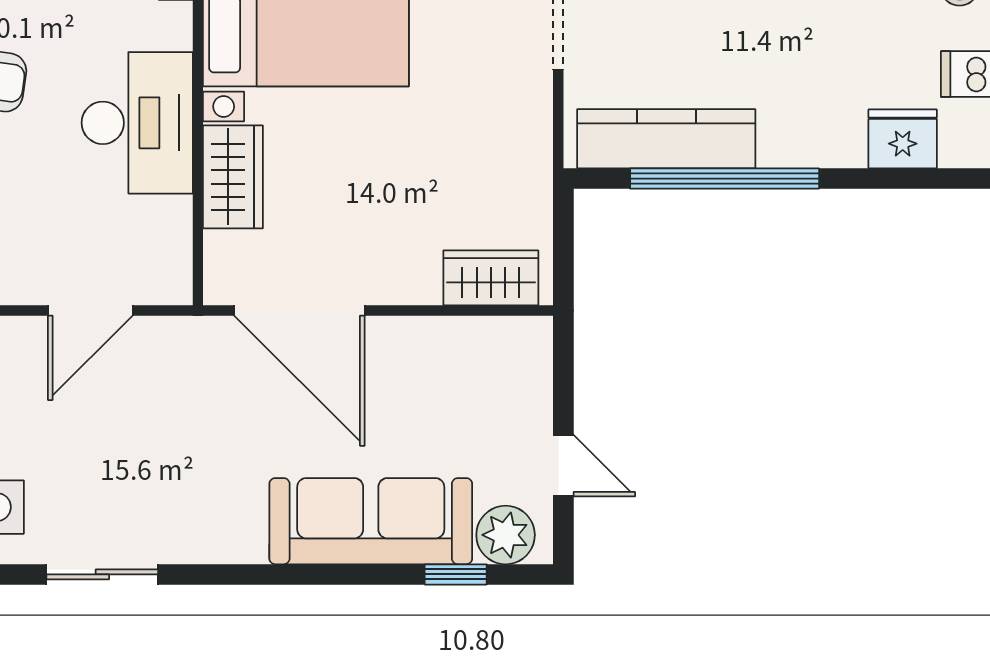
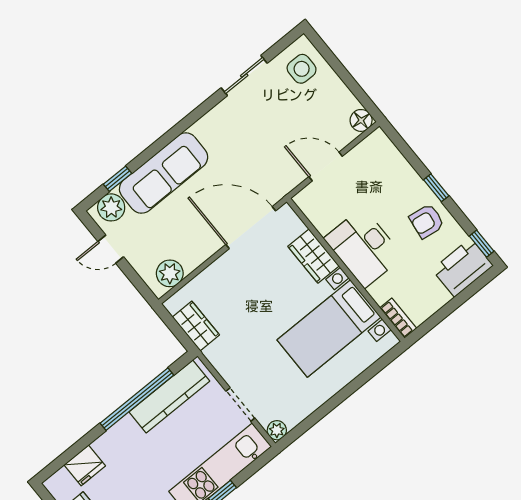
wardrobe: (491, 278) -> (196, 326), moved, turned -90
door: (90, 310) -> (326, 167), hinge flipped
plant: (498, 344) -> (170, 273), added

